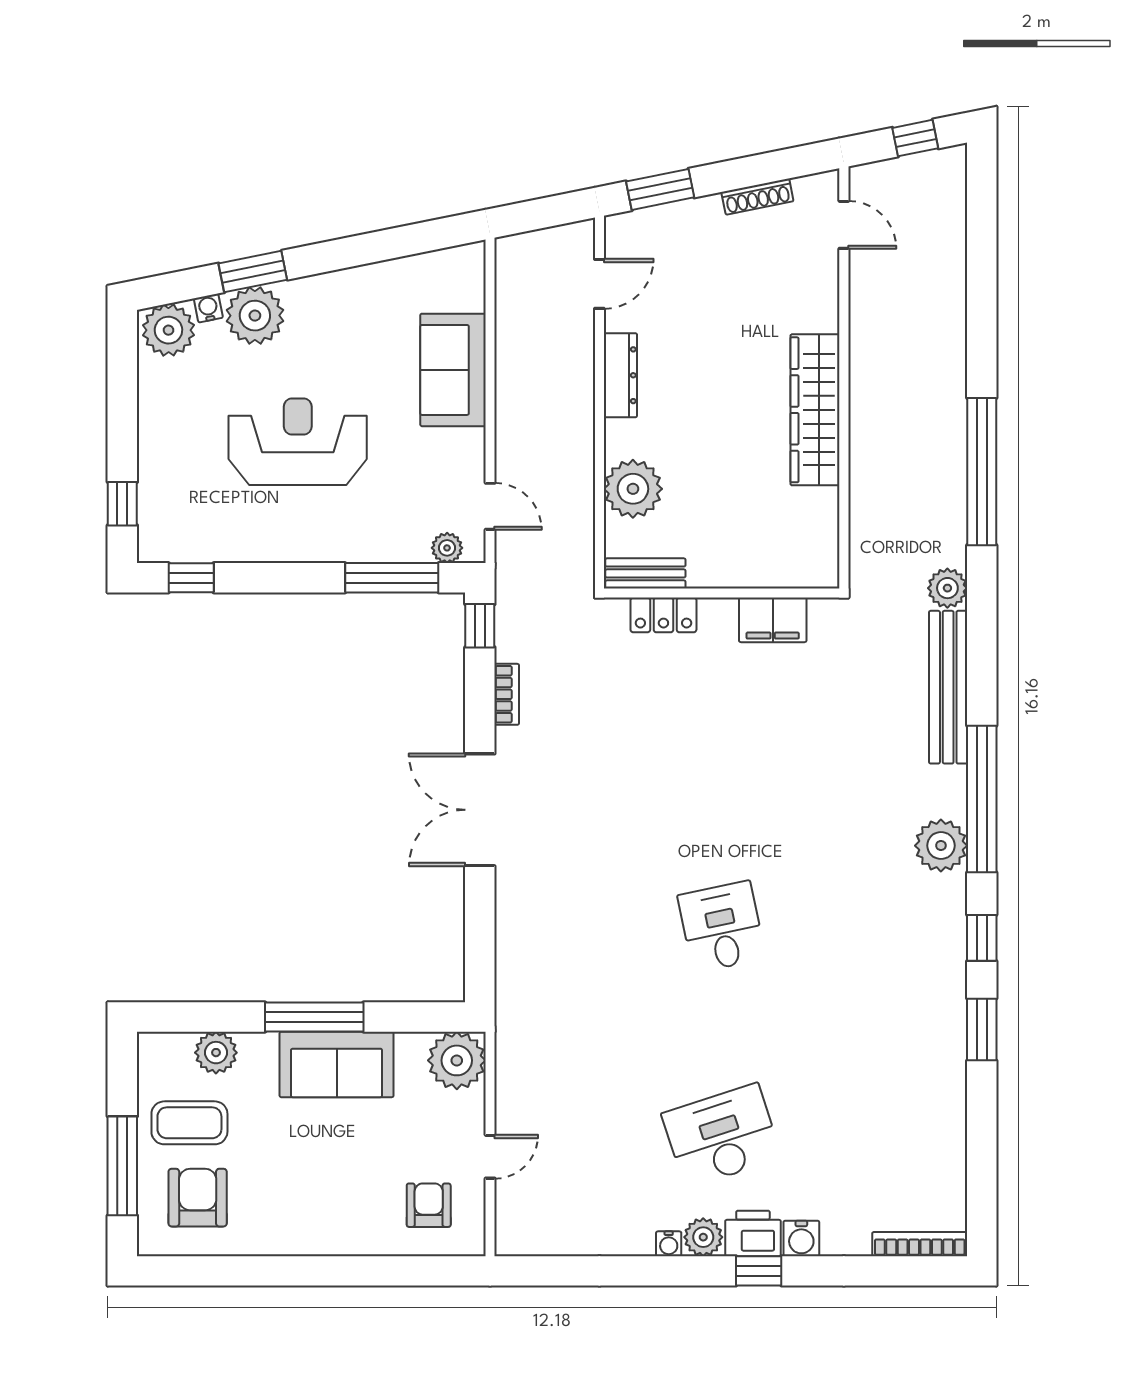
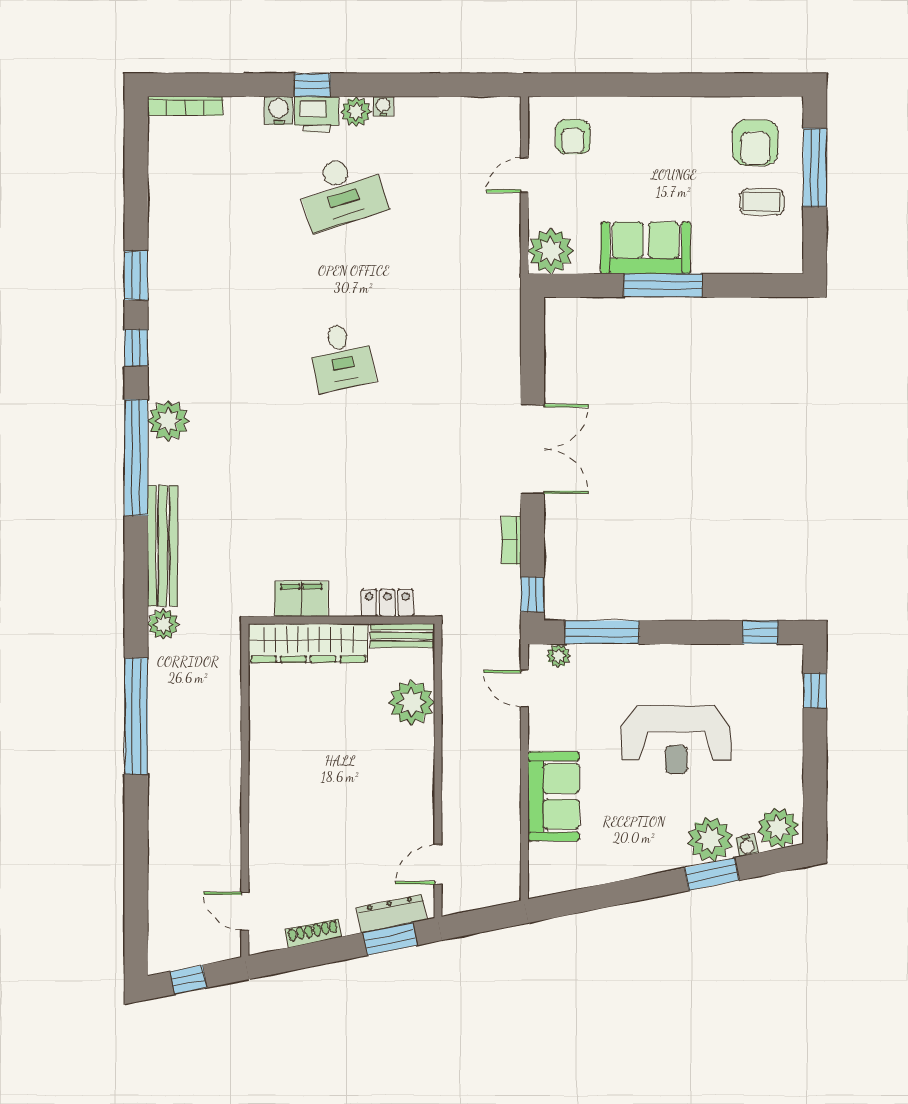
dresser: (620, 375) -> (391, 914), moved, turned 79
wardrobe: (815, 410) -> (308, 643), moved, turned 90
plant: (216, 1053) -> (741, 257), removed
coffee table: (189, 1123) -> (762, 202), width x0.73, depth x0.77

